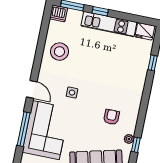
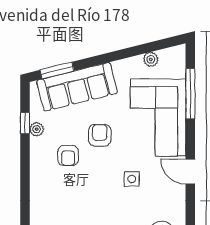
armchair: (87, 126) -> (100, 135), added
window: (24, 129) -> (190, 94), moved

